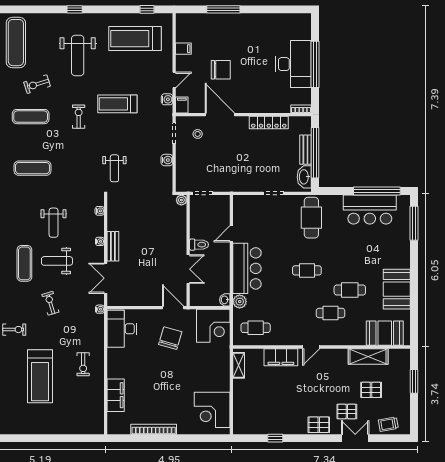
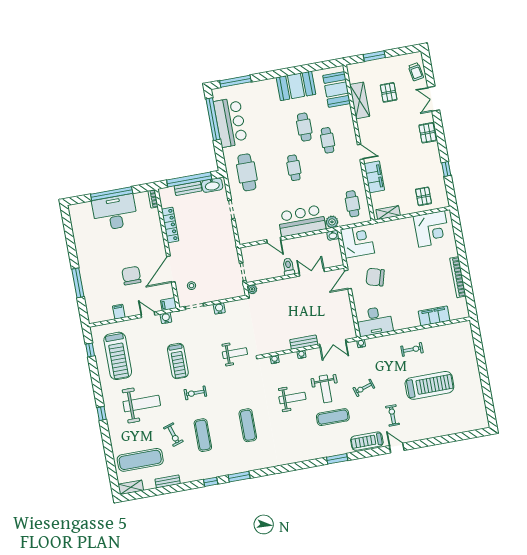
cafe table: (311, 218) -> (247, 172), turned 90
pallet: (347, 412) -> (423, 196), moved

